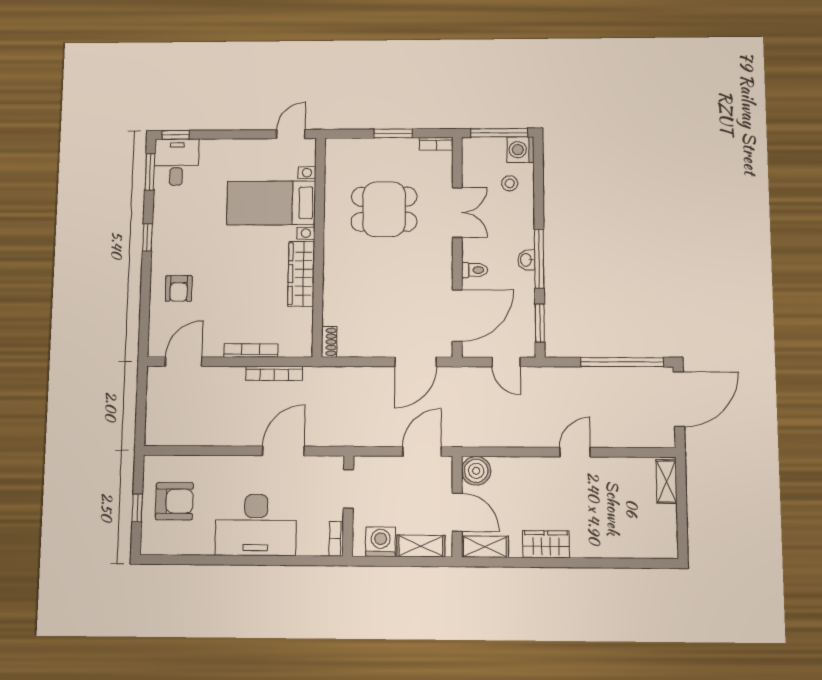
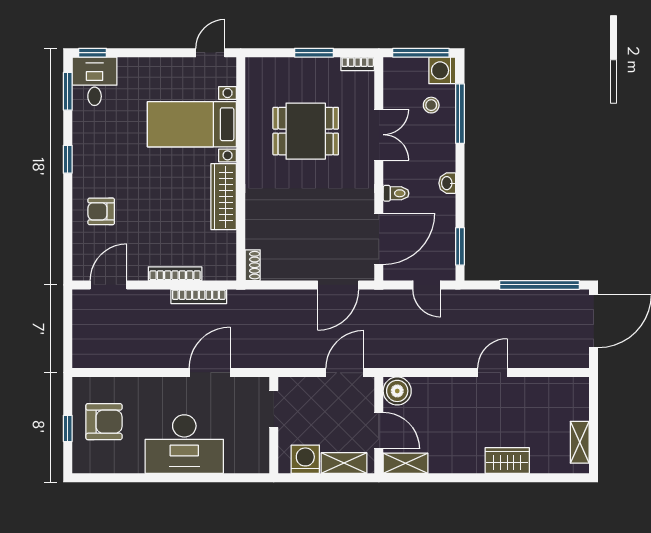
window: (539, 259) -> (460, 114), moved
armchair: (179, 288) -> (101, 211), turned 90
shelving: (667, 482) -> (580, 442), moved
bookcase: (336, 539) -> (263, 457), removed
wardrobe: (546, 544) -> (507, 460), moved

